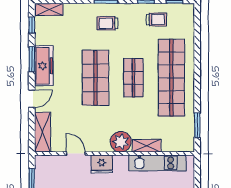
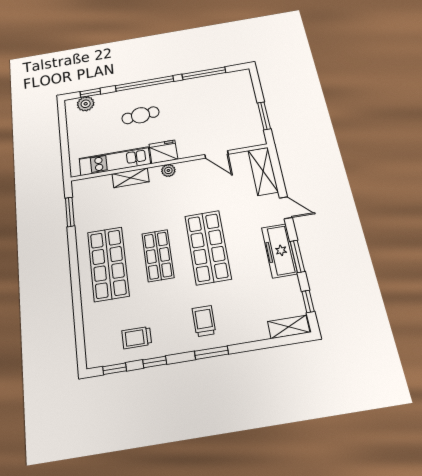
trolley: (107, 23) -> (204, 321), turned -90
shop shelf: (171, 78) -> (108, 264), width x0.71
door: (32, 99) -> (286, 208), swing flipped
plant: (121, 142) -> (168, 170), width x0.53, depth x0.53
fridge: (102, 164) -> (163, 152), moved

